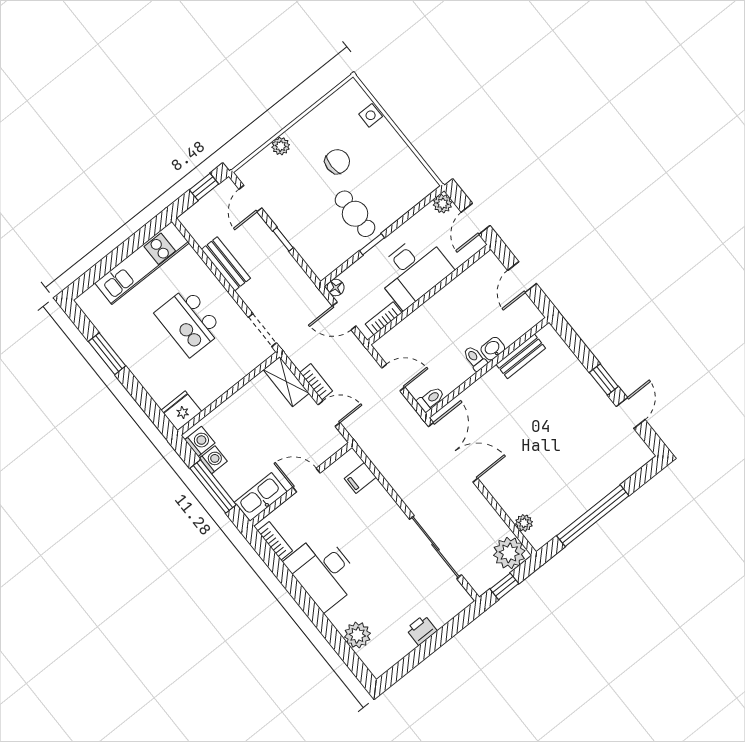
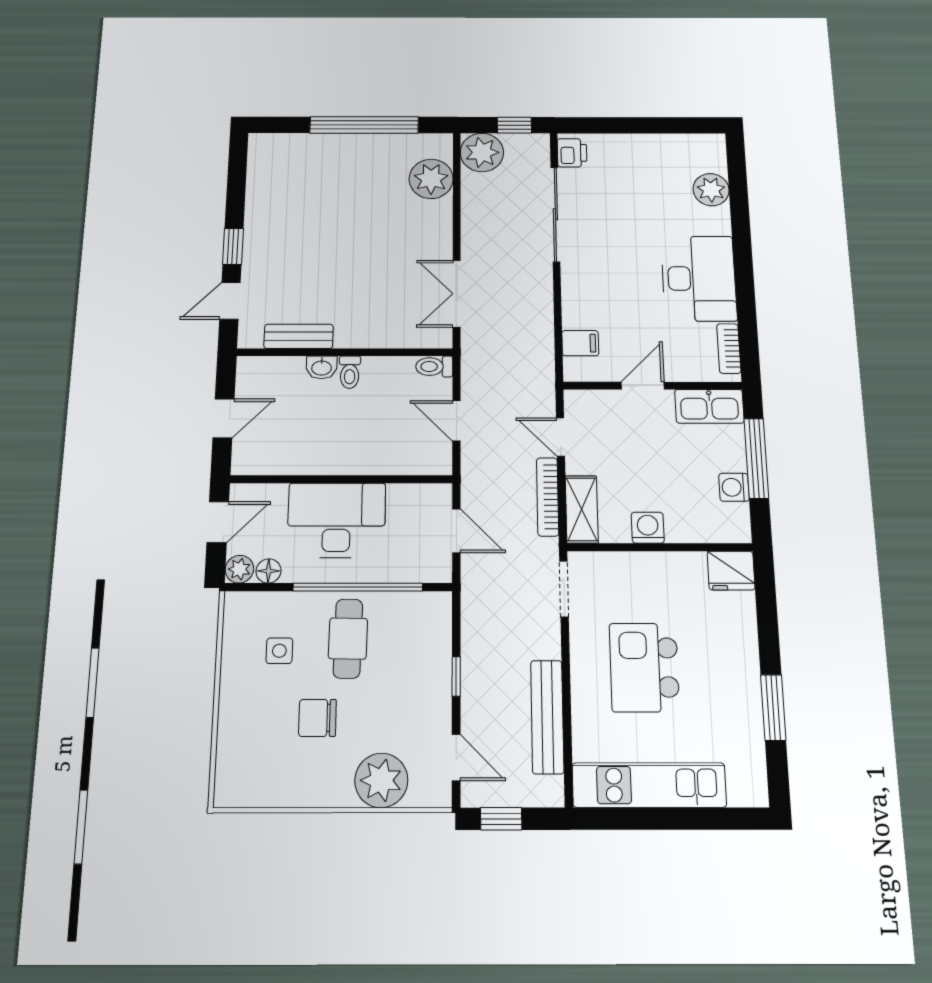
side table: (371, 115) -> (279, 651), moved
plant: (281, 146) -> (381, 780), width x1.87, depth x1.87
door: (250, 199) -> (456, 758), hinge flipped
window: (372, 244) -> (358, 587), width x3.17
bench: (226, 264) -> (547, 717), width x1.36
floor lamp: (336, 287) -> (268, 571), moved
bookcase: (384, 318) -> (414, 493), removed
kitchen island: (189, 322) -> (644, 667), turned 180
bookcase: (316, 382) -> (548, 497), width x1.56
door: (631, 413) -> (230, 301), moved
washing machine: (200, 441) -> (648, 528), moved, turned 90
double door: (453, 452) -> (457, 294), width x0.73
door: (306, 480) -> (643, 386), swing flipped
plant: (524, 523) -> (431, 179), width x1.87, depth x1.87
printer: (421, 630) -> (572, 153), moved, turned -90

